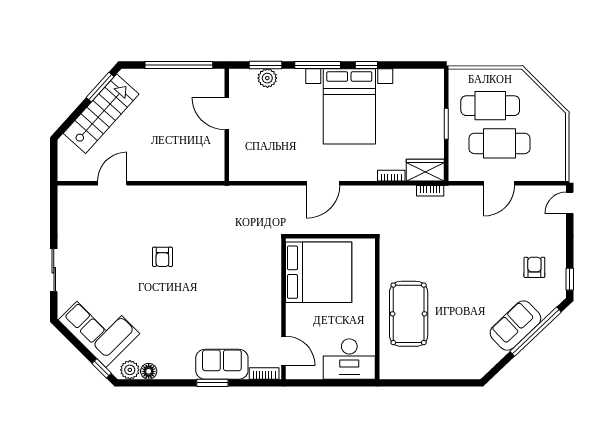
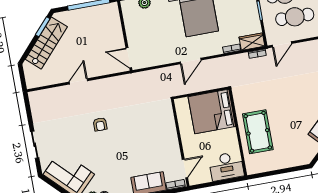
door: (227, 114) -> (129, 58), moved
door: (112, 183) -> (78, 81), moved
door: (499, 183) -> (282, 44), moved
bed: (319, 272) -> (212, 112), moved, turned 180
door: (283, 351) -> (185, 169), hinge flipped

